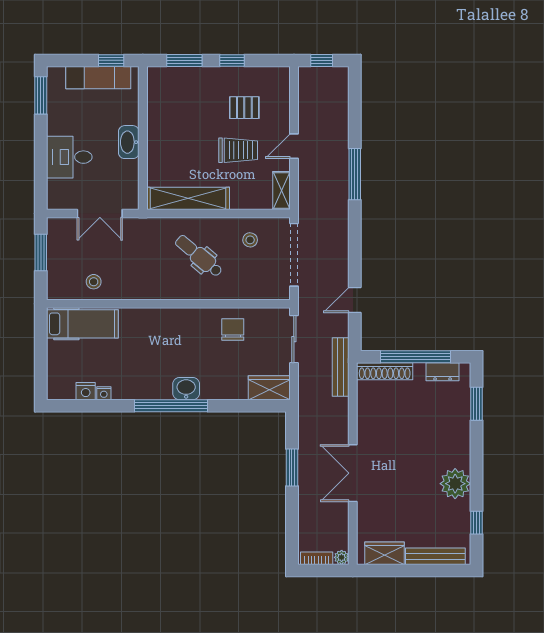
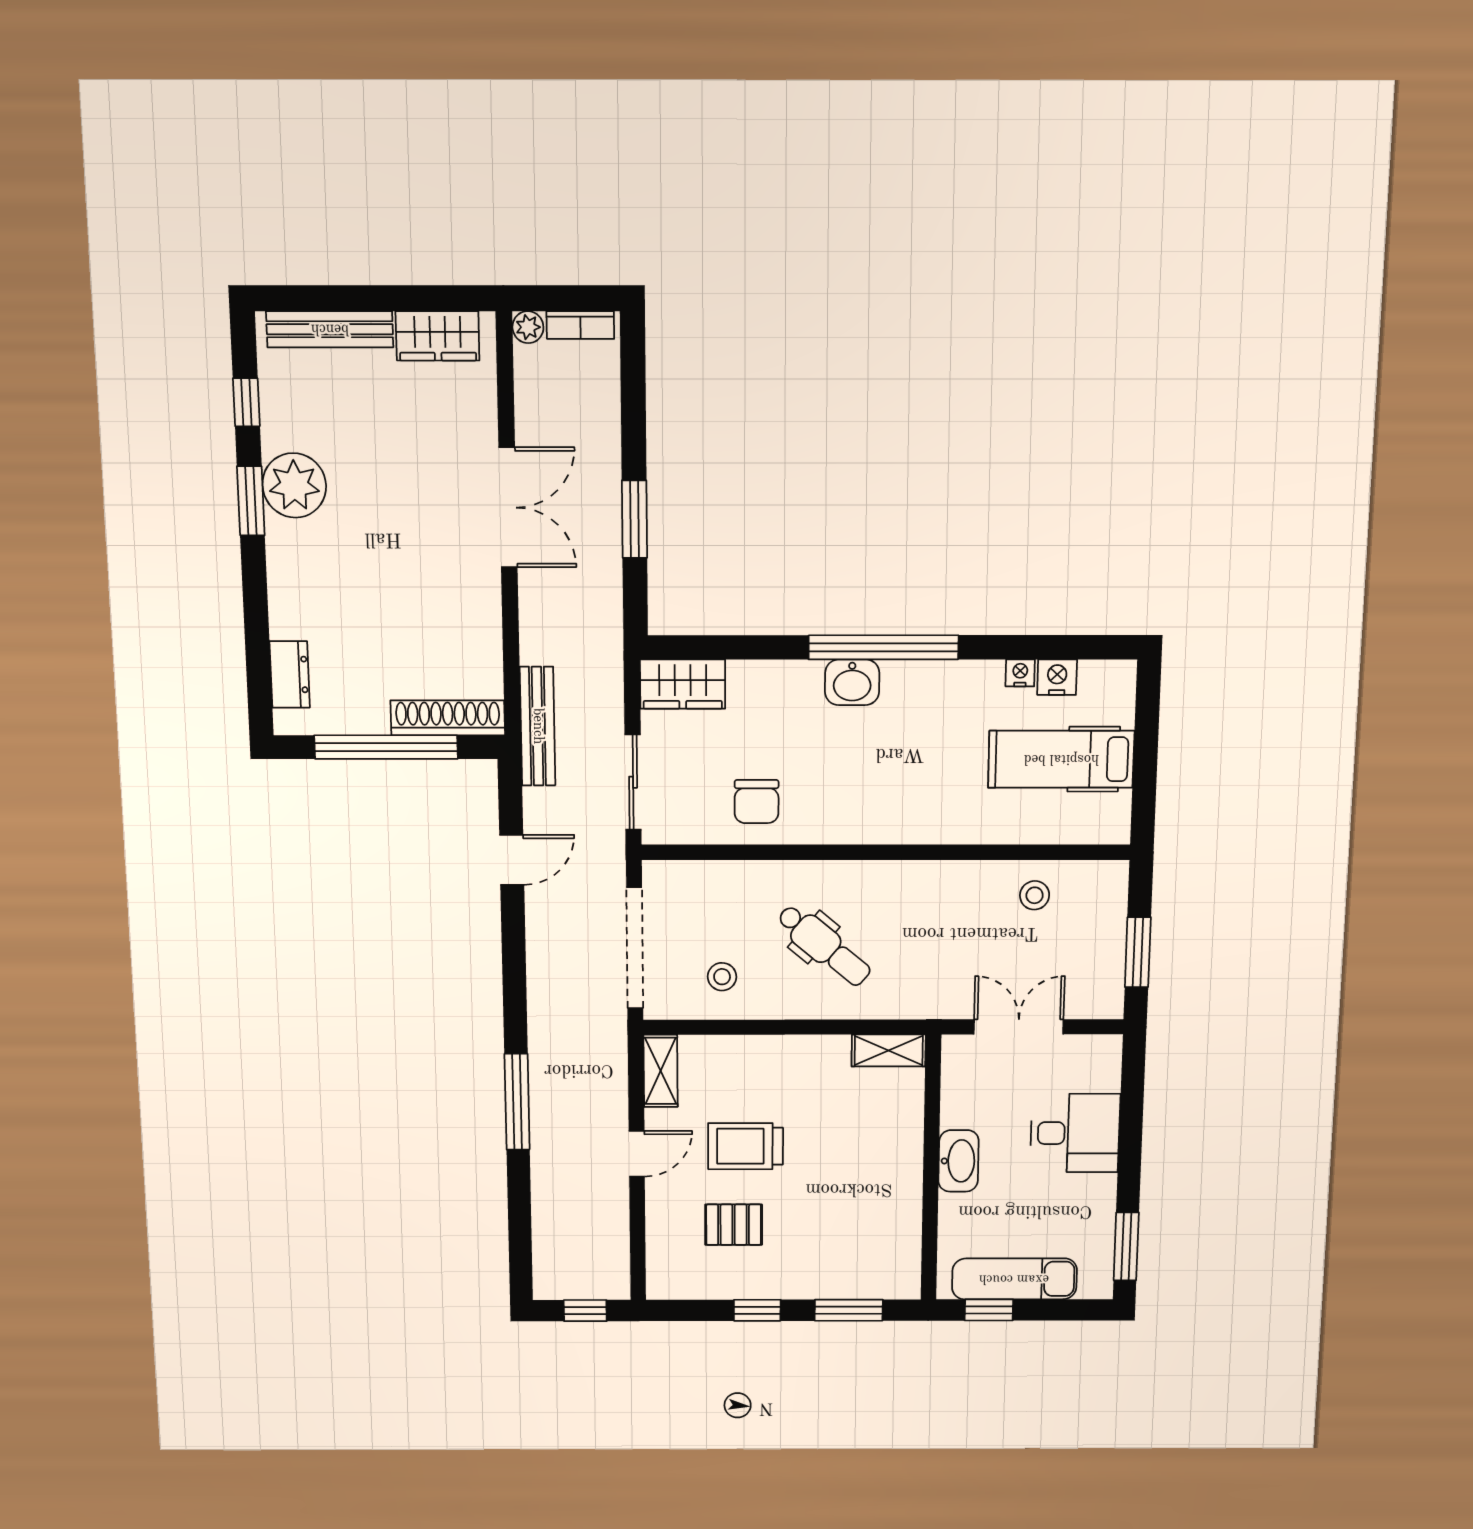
shelving: (188, 198) -> (889, 1050), width x0.45, depth x0.75
hospital bed: (82, 324) -> (1061, 759), moved
dresser: (443, 372) -> (290, 674), moved, turned 90
window: (476, 404) -> (251, 501), moved

